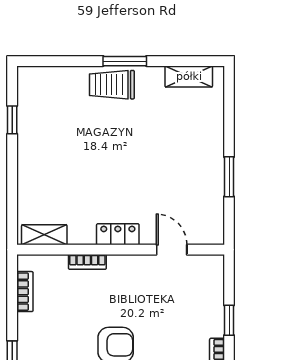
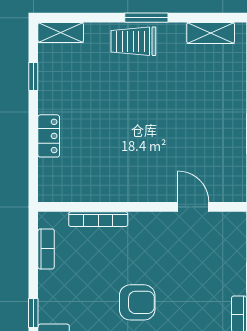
locker: (118, 234) -> (49, 136), moved, turned 90
shelving: (44, 235) -> (61, 32), moved
bookcase: (87, 262) -> (98, 219), width x1.56

